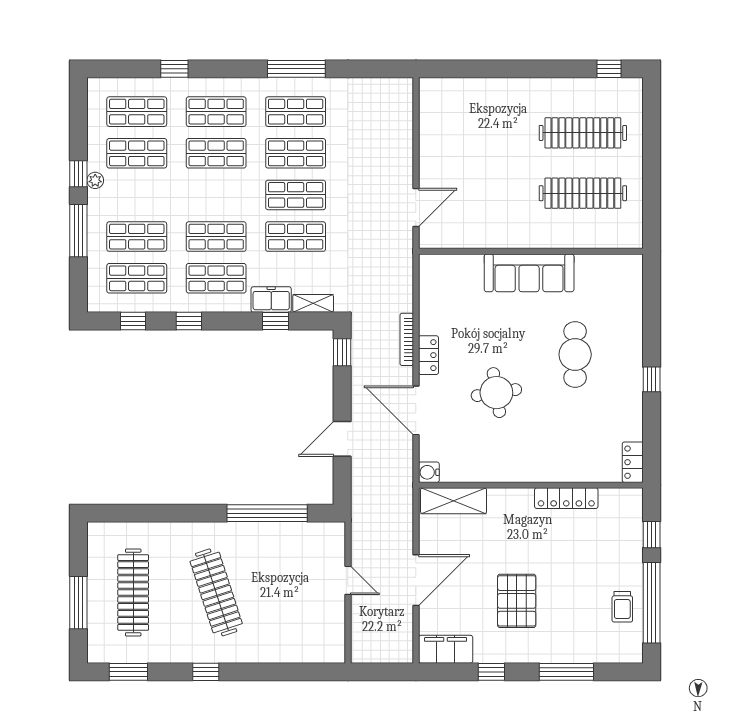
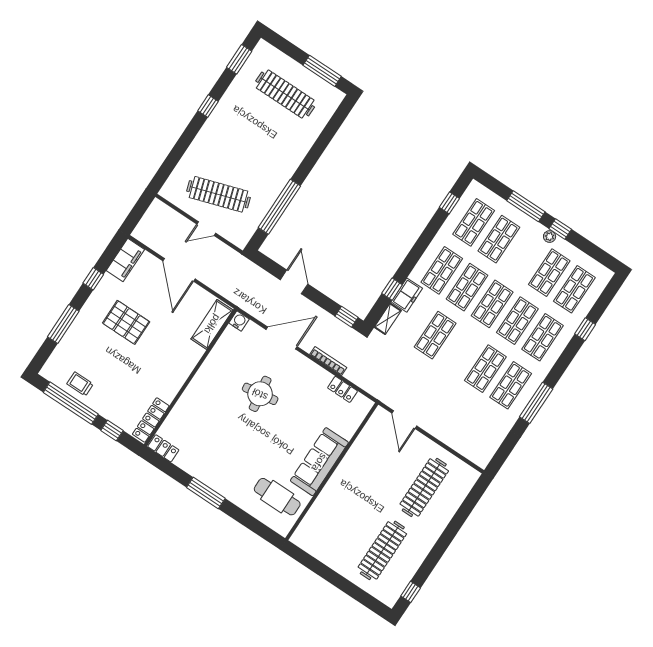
clothes rail: (583, 193) -> (424, 487), moved
shop shelf: (296, 195) -> (492, 304), moved
window: (189, 321) -> (427, 237), removed
cafe table: (575, 354) -> (277, 497), moved
locker: (428, 355) -> (343, 389), moved
window: (652, 379) -> (206, 493), width x2.17
locker: (566, 498) -> (151, 420), moved
clothes rail: (216, 592) -> (218, 194), moved
window: (78, 603) -> (322, 71), moved

